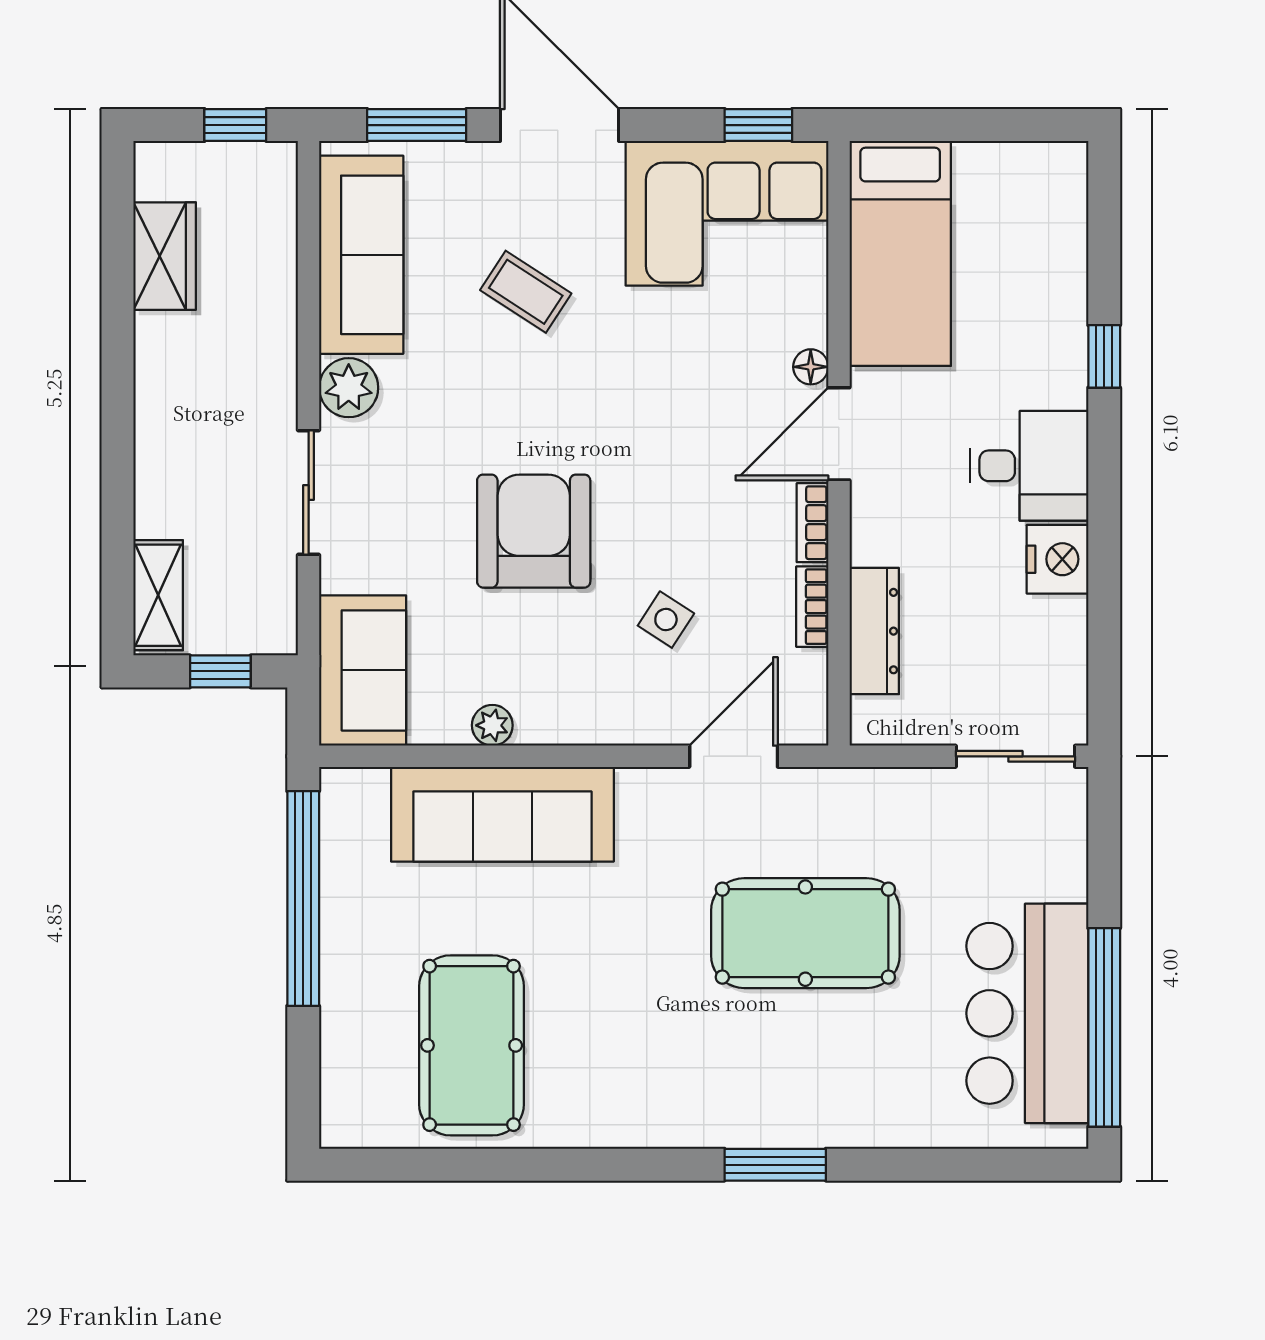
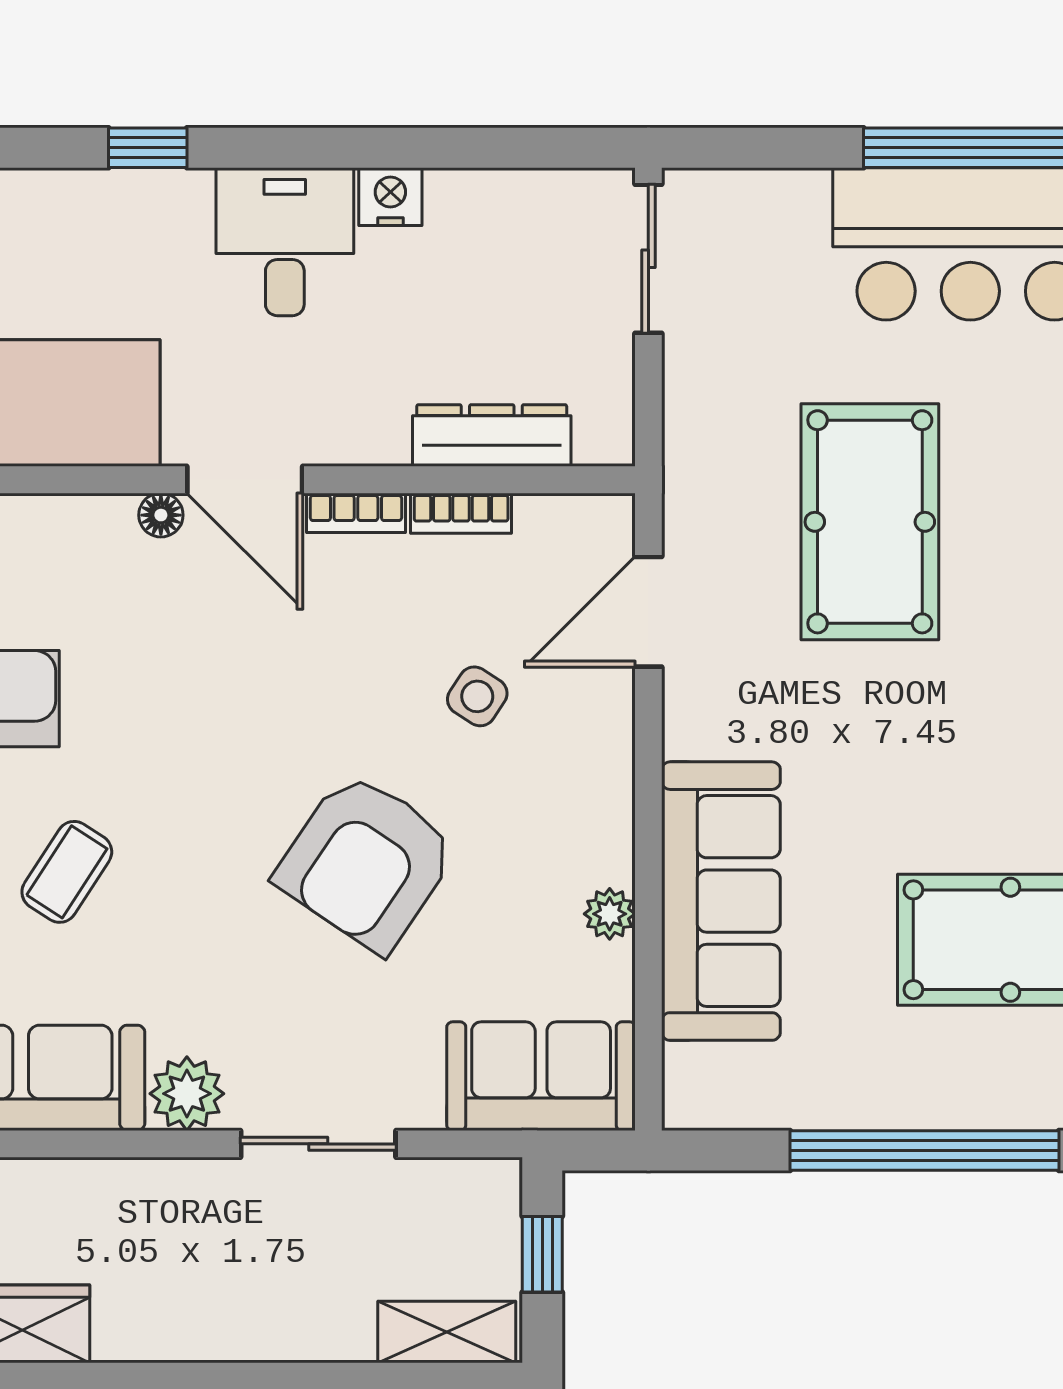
armchair: (534, 531) -> (367, 862), turned -56
nightstand: (1058, 559) -> (390, 197), width x0.74, depth x0.75
door: (734, 756) -> (648, 612), hinge flipped
window: (303, 898) -> (925, 1150), moved

